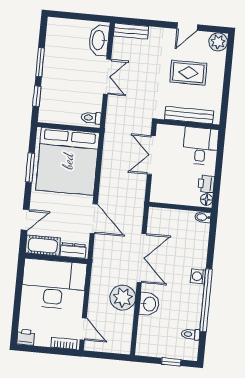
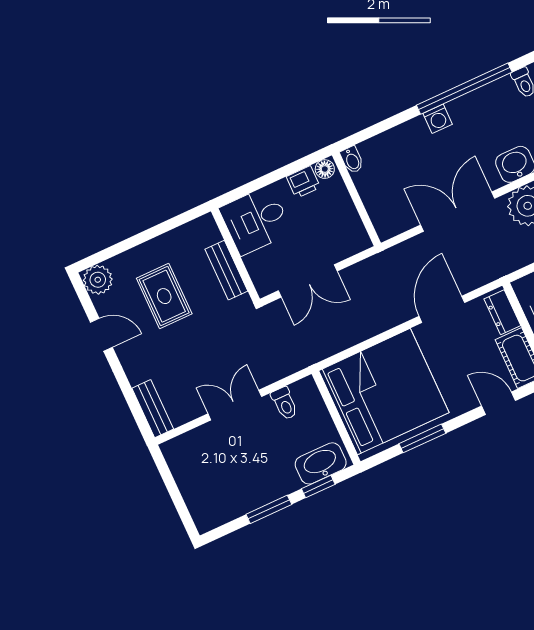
washbasin: (99, 40) -> (321, 463), moved, turned 180
bench: (189, 115) -> (226, 270), width x0.73
toilet: (91, 118) -> (285, 403), moved

